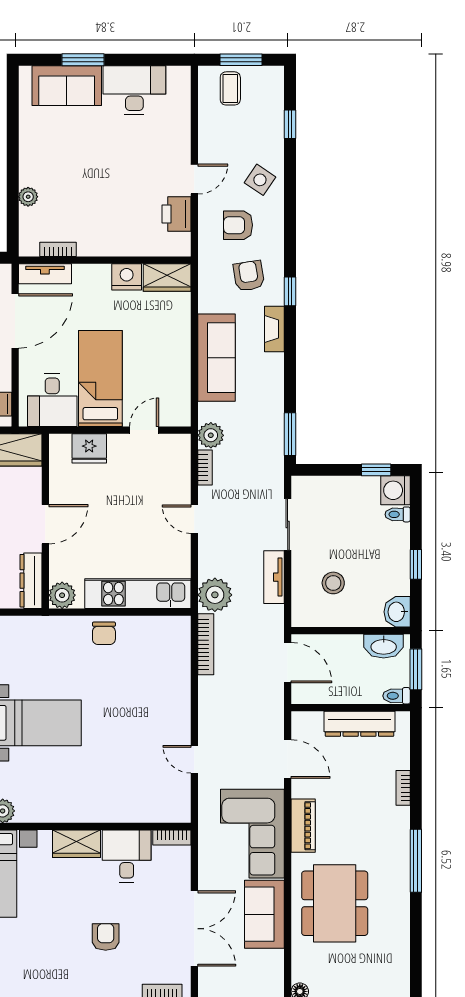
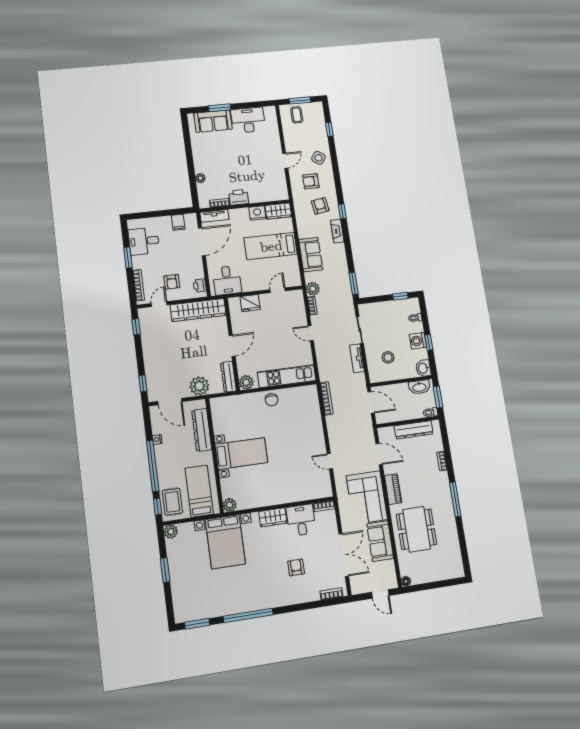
printer: (177, 214) -> (239, 197), moved, turned 90
sofa: (217, 358) -> (311, 255), width x0.73
bed: (100, 379) -> (271, 246), moved, turned -90
washing machine: (395, 490) -> (418, 341), moved
plant: (215, 595) -> (327, 372), removed

